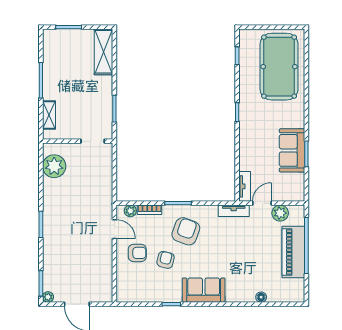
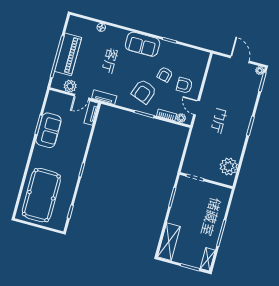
shelving: (49, 115) -> (208, 259), moved

